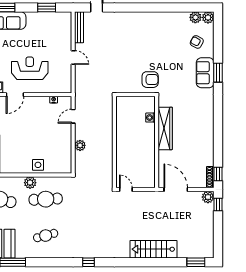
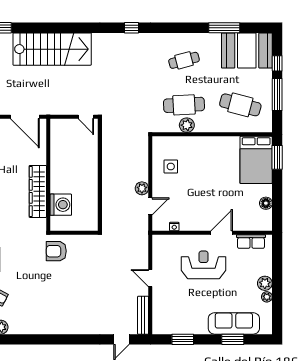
reception desk: (30, 68) -> (203, 265), turned 180
washing machine: (151, 118) -> (61, 205), width x1.89, depth x1.89
plant: (80, 145) -> (142, 188), moved
side table: (38, 165) -> (171, 166), moved
plant: (30, 183) -> (187, 125), moved
stairs: (153, 249) -> (52, 49), width x1.36, depth x1.51

